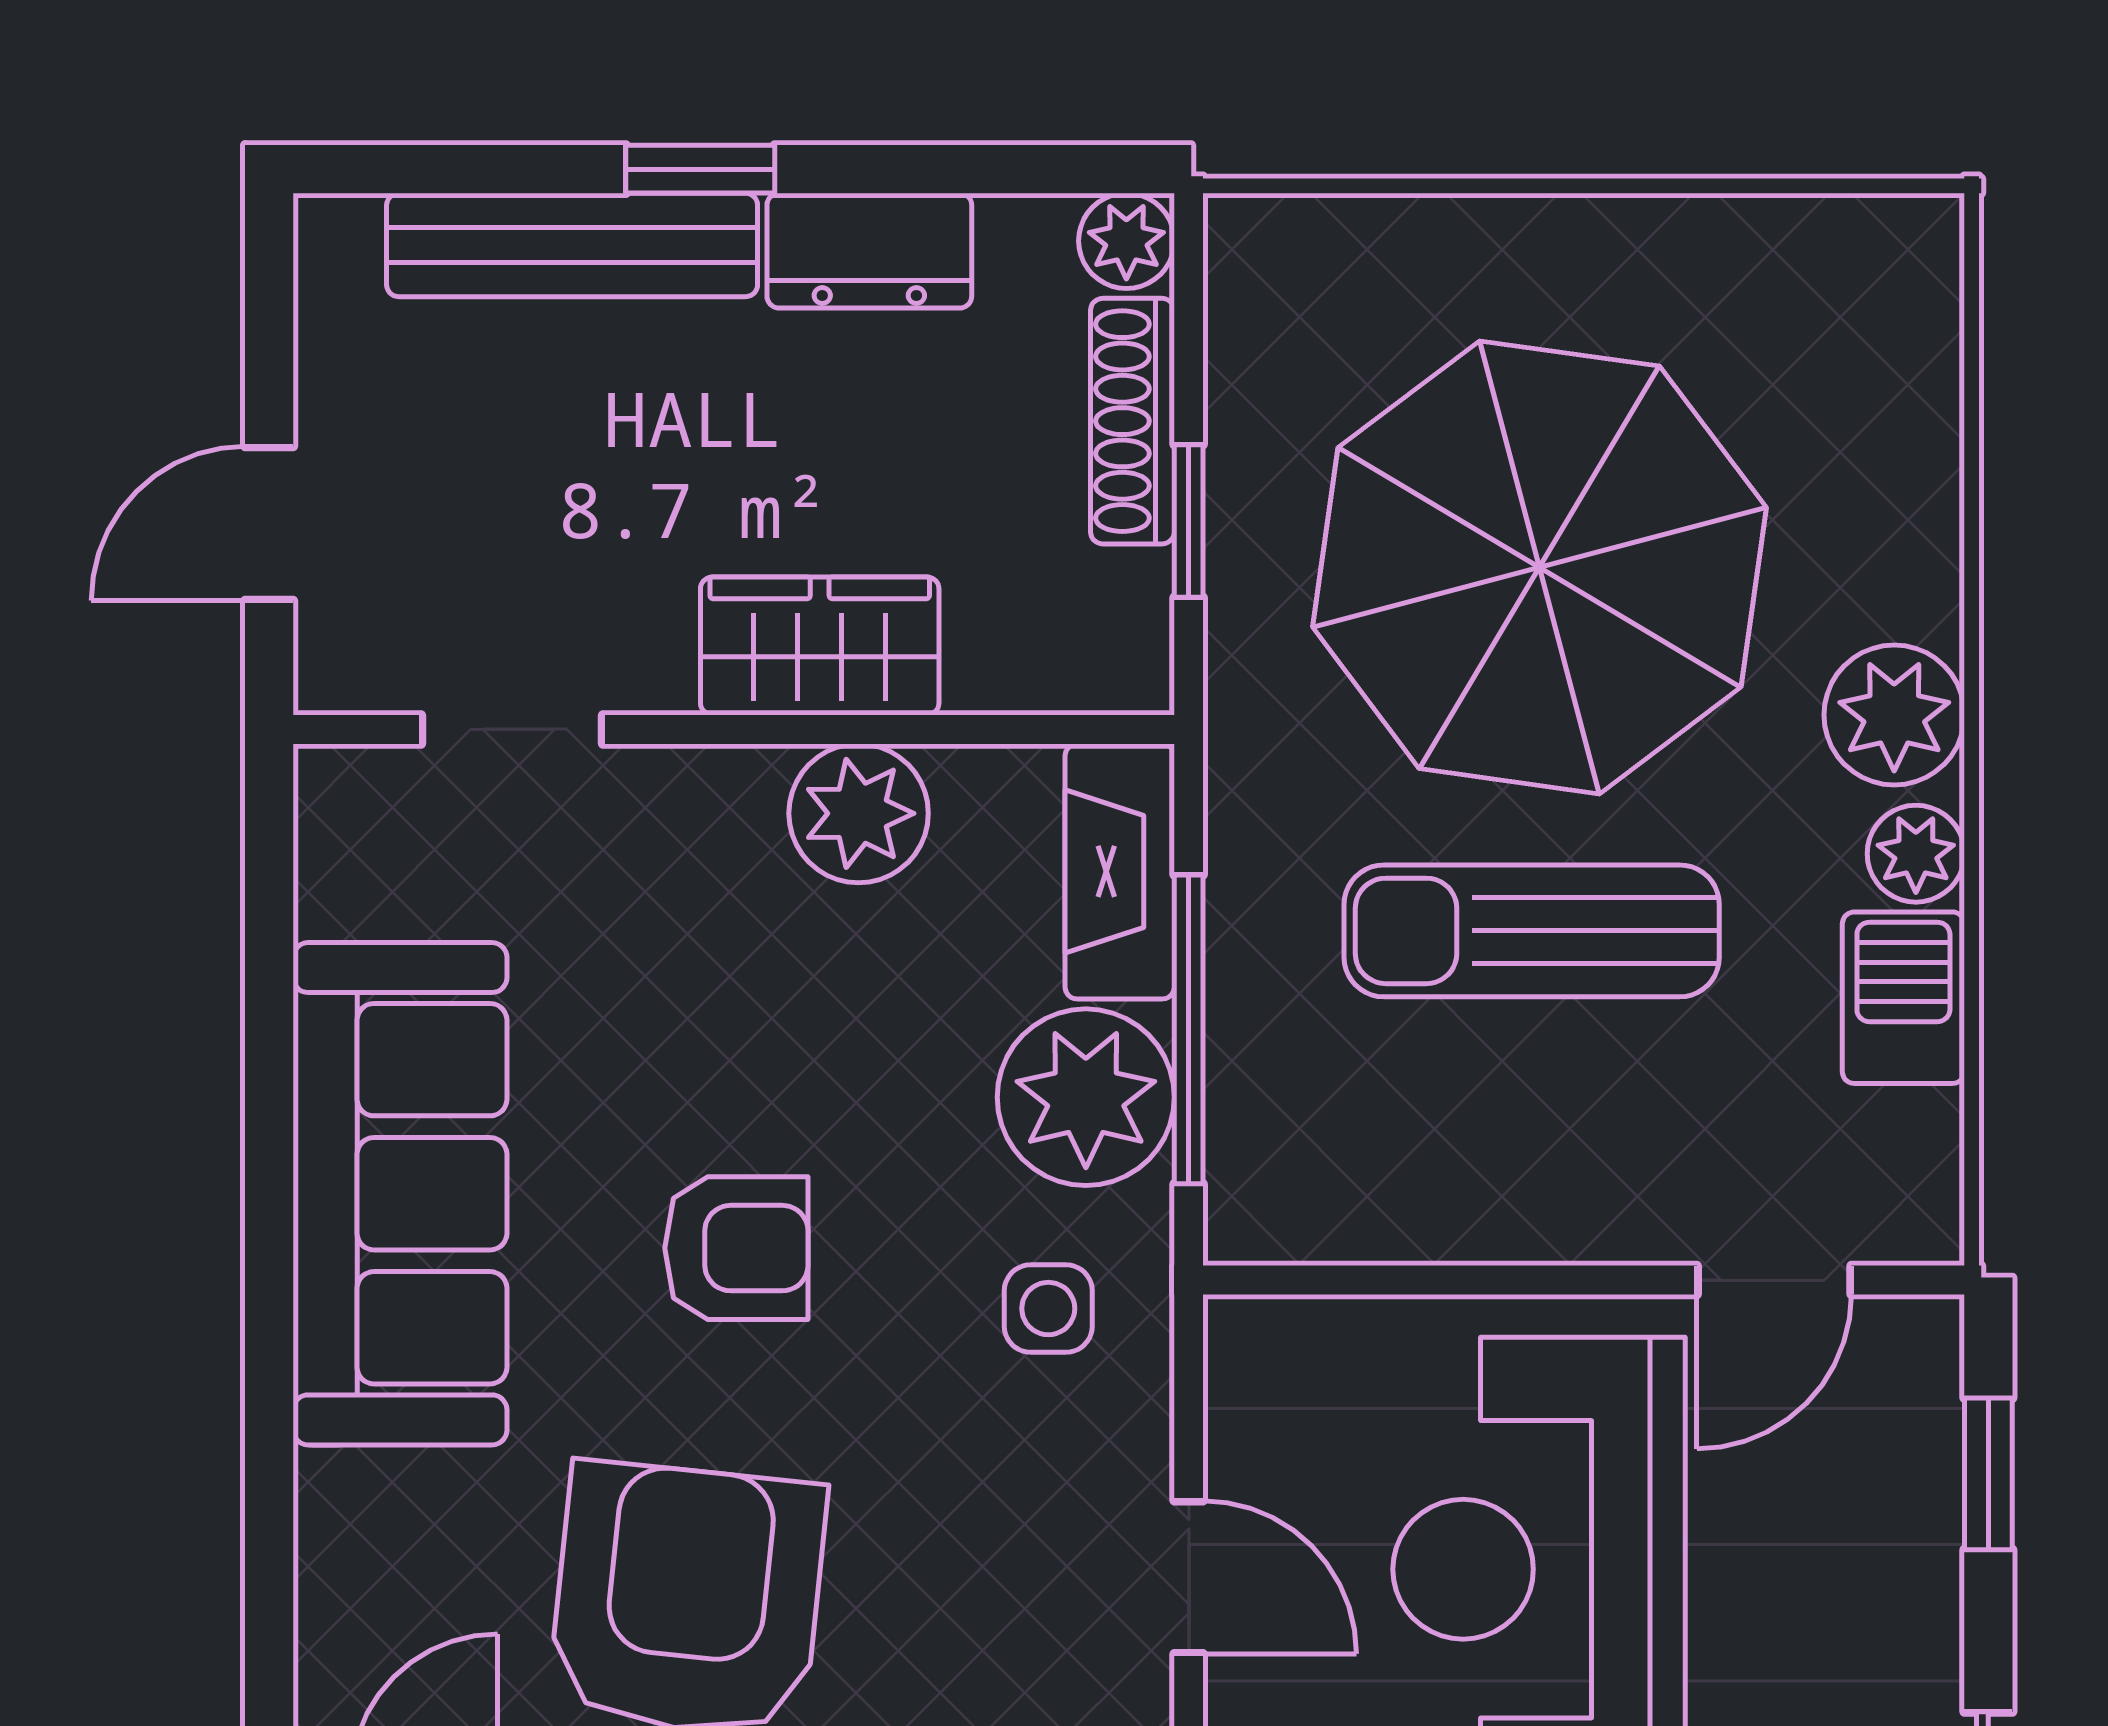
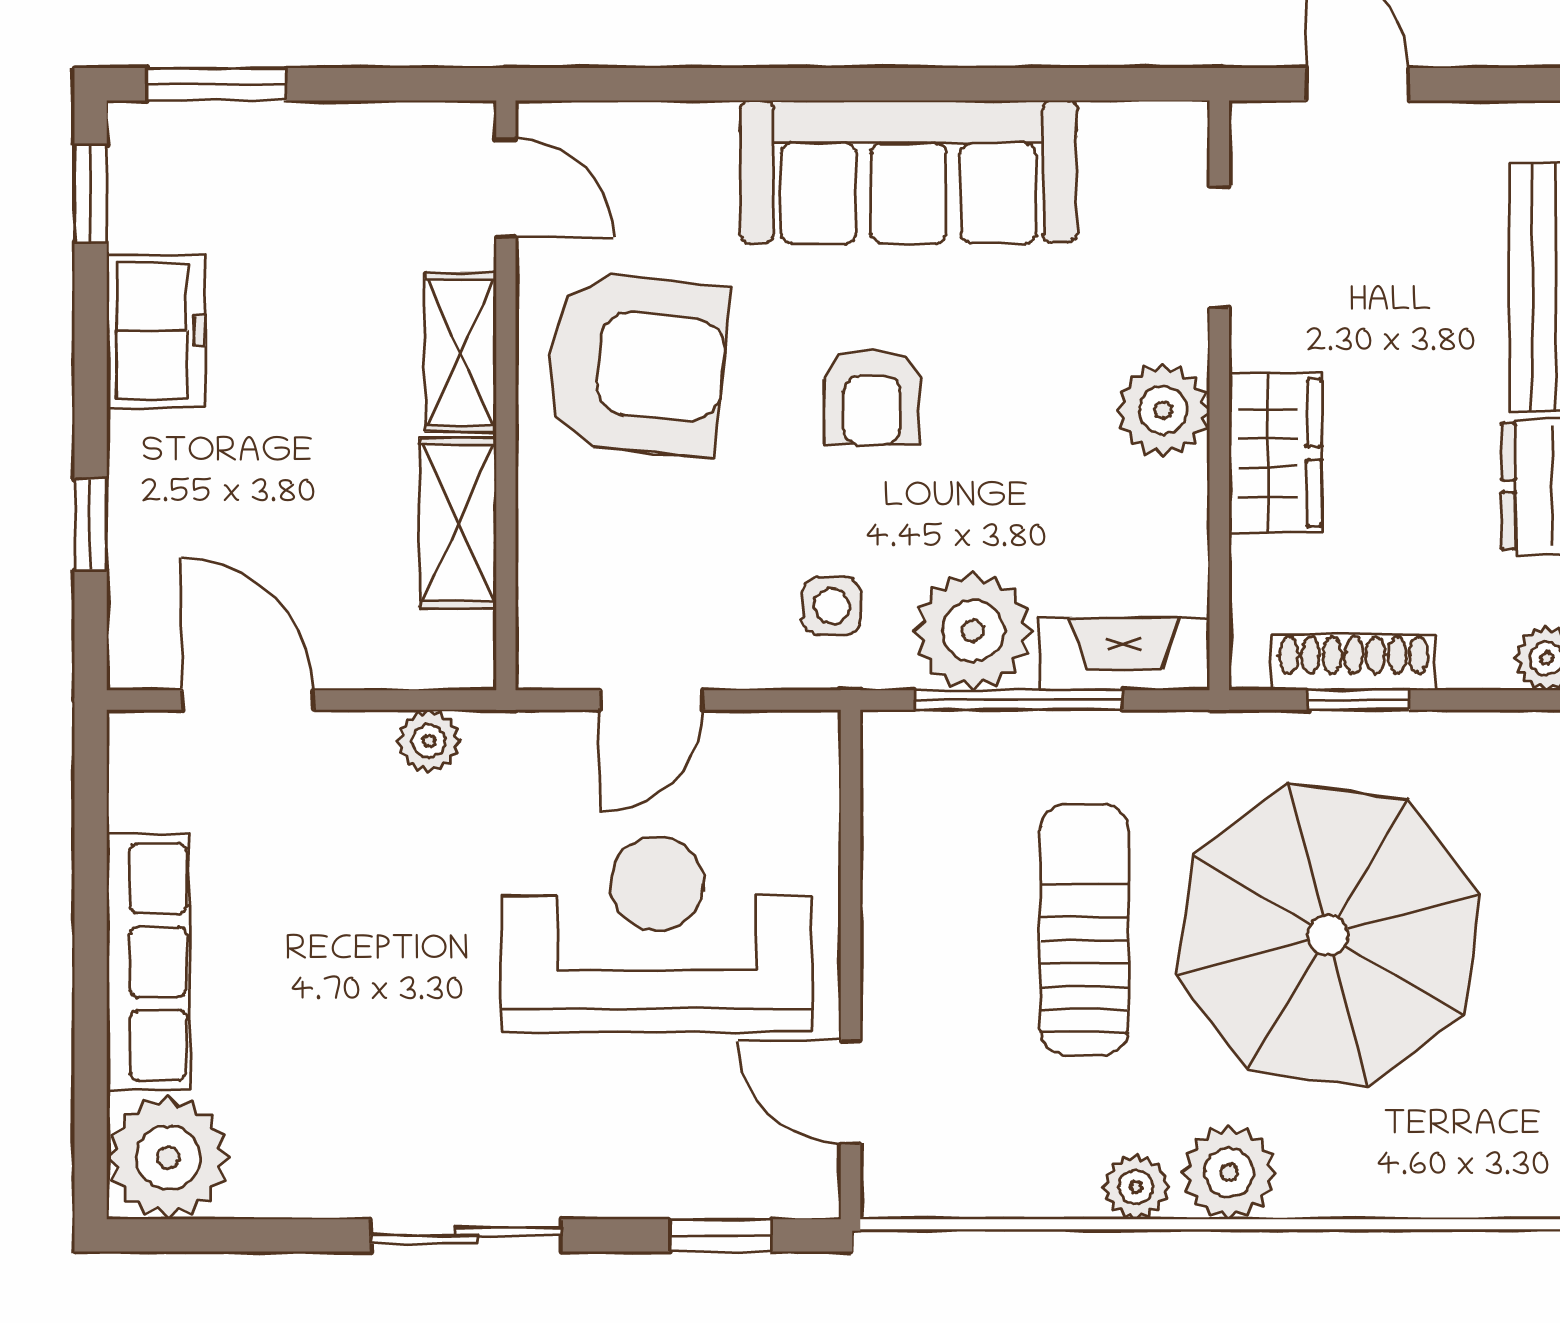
shoe rack: (1132, 421) -> (1354, 662), moved
plant: (859, 813) -> (1163, 410), moved
barbecue: (1903, 998) -> (1040, 1179), removed

